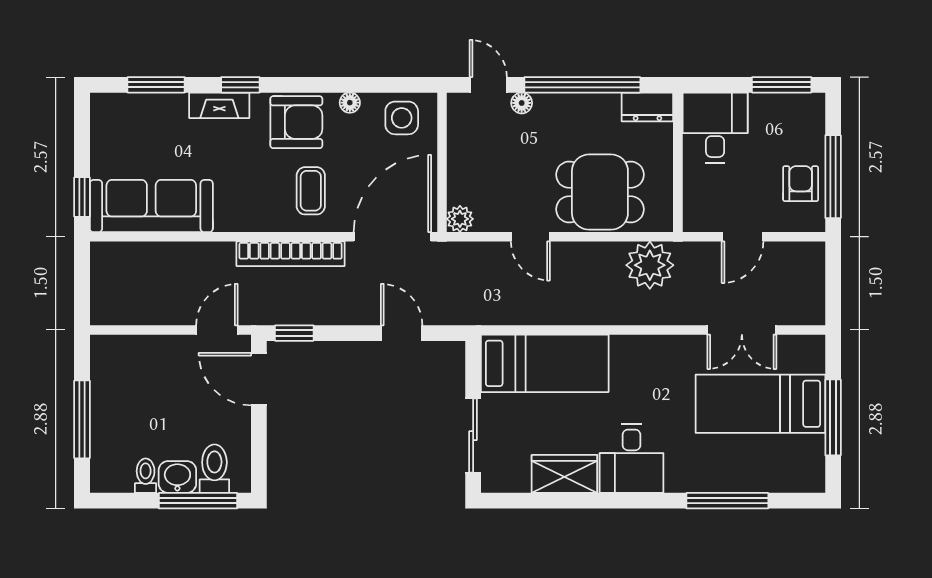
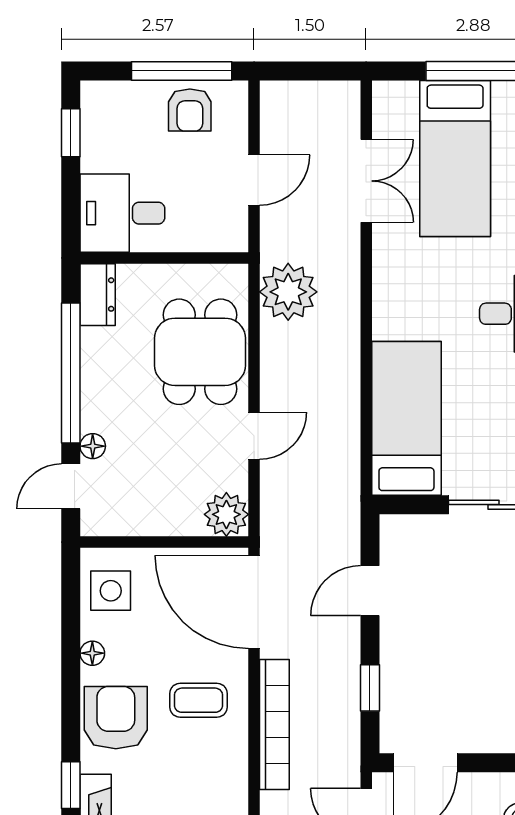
window: (782, 85) -> (71, 133), width x0.67
armchair: (801, 184) -> (190, 110), turned -90
plant: (460, 219) -> (226, 514), width x1.38, depth x1.38
door: (742, 237) -> (254, 180), hinge flipped
window: (294, 333) -> (370, 688), moved

